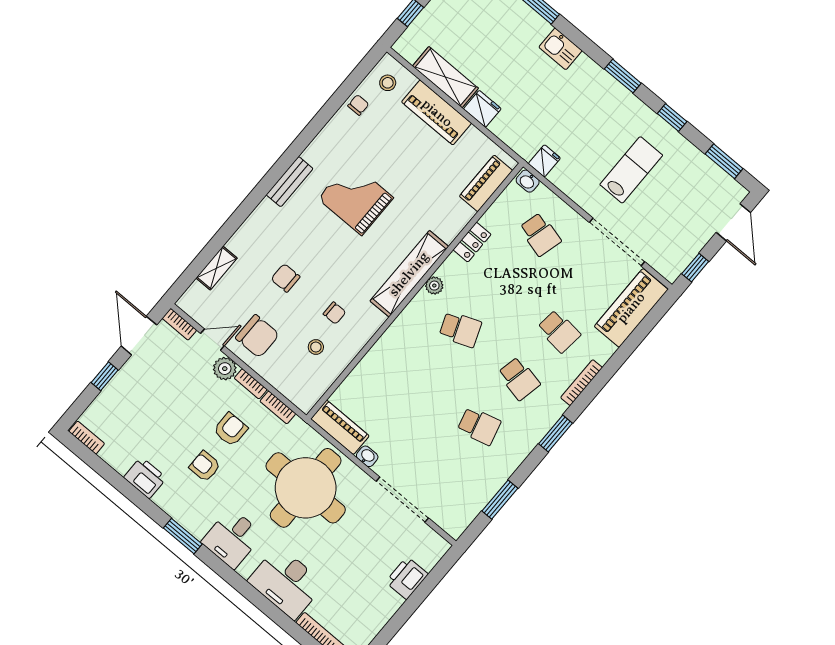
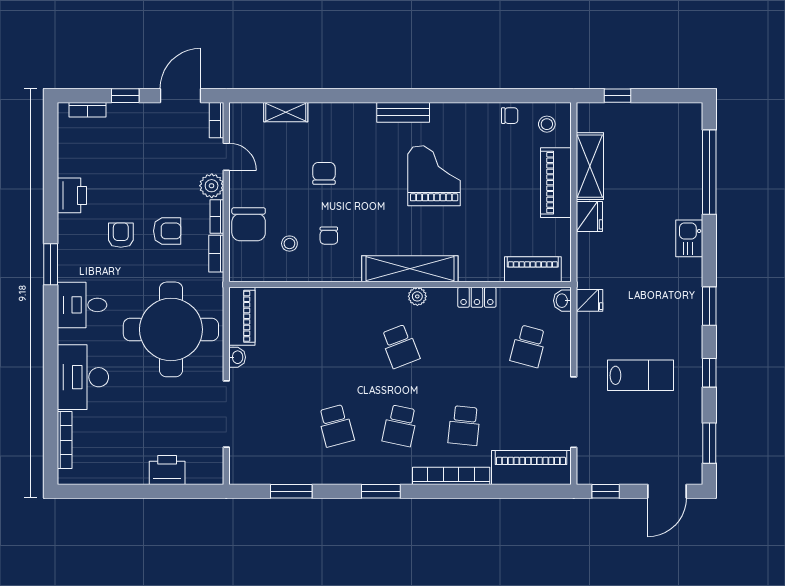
chair: (257, 336) -> (249, 224), moved
bookcase: (582, 383) -> (451, 476), width x1.48, depth x1.31
bookcase: (87, 438) -> (88, 110), moved, turned 90

